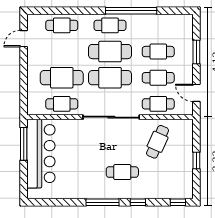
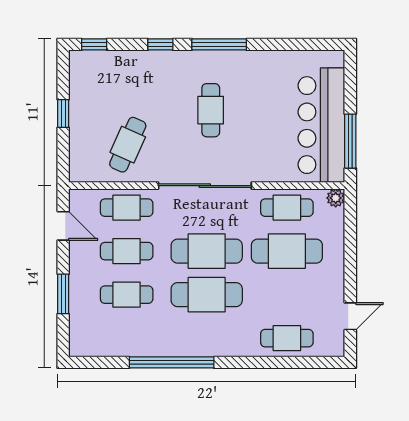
cafe table: (110, 25) -> (207, 338), removed
plant: (32, 110) -> (336, 198), added
cafe table: (122, 172) -> (211, 110), moved, turned 90

